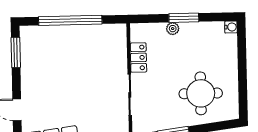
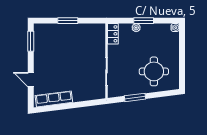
window: (70, 20) -> (68, 21), width x0.47
locker: (138, 57) -> (113, 34), moved

